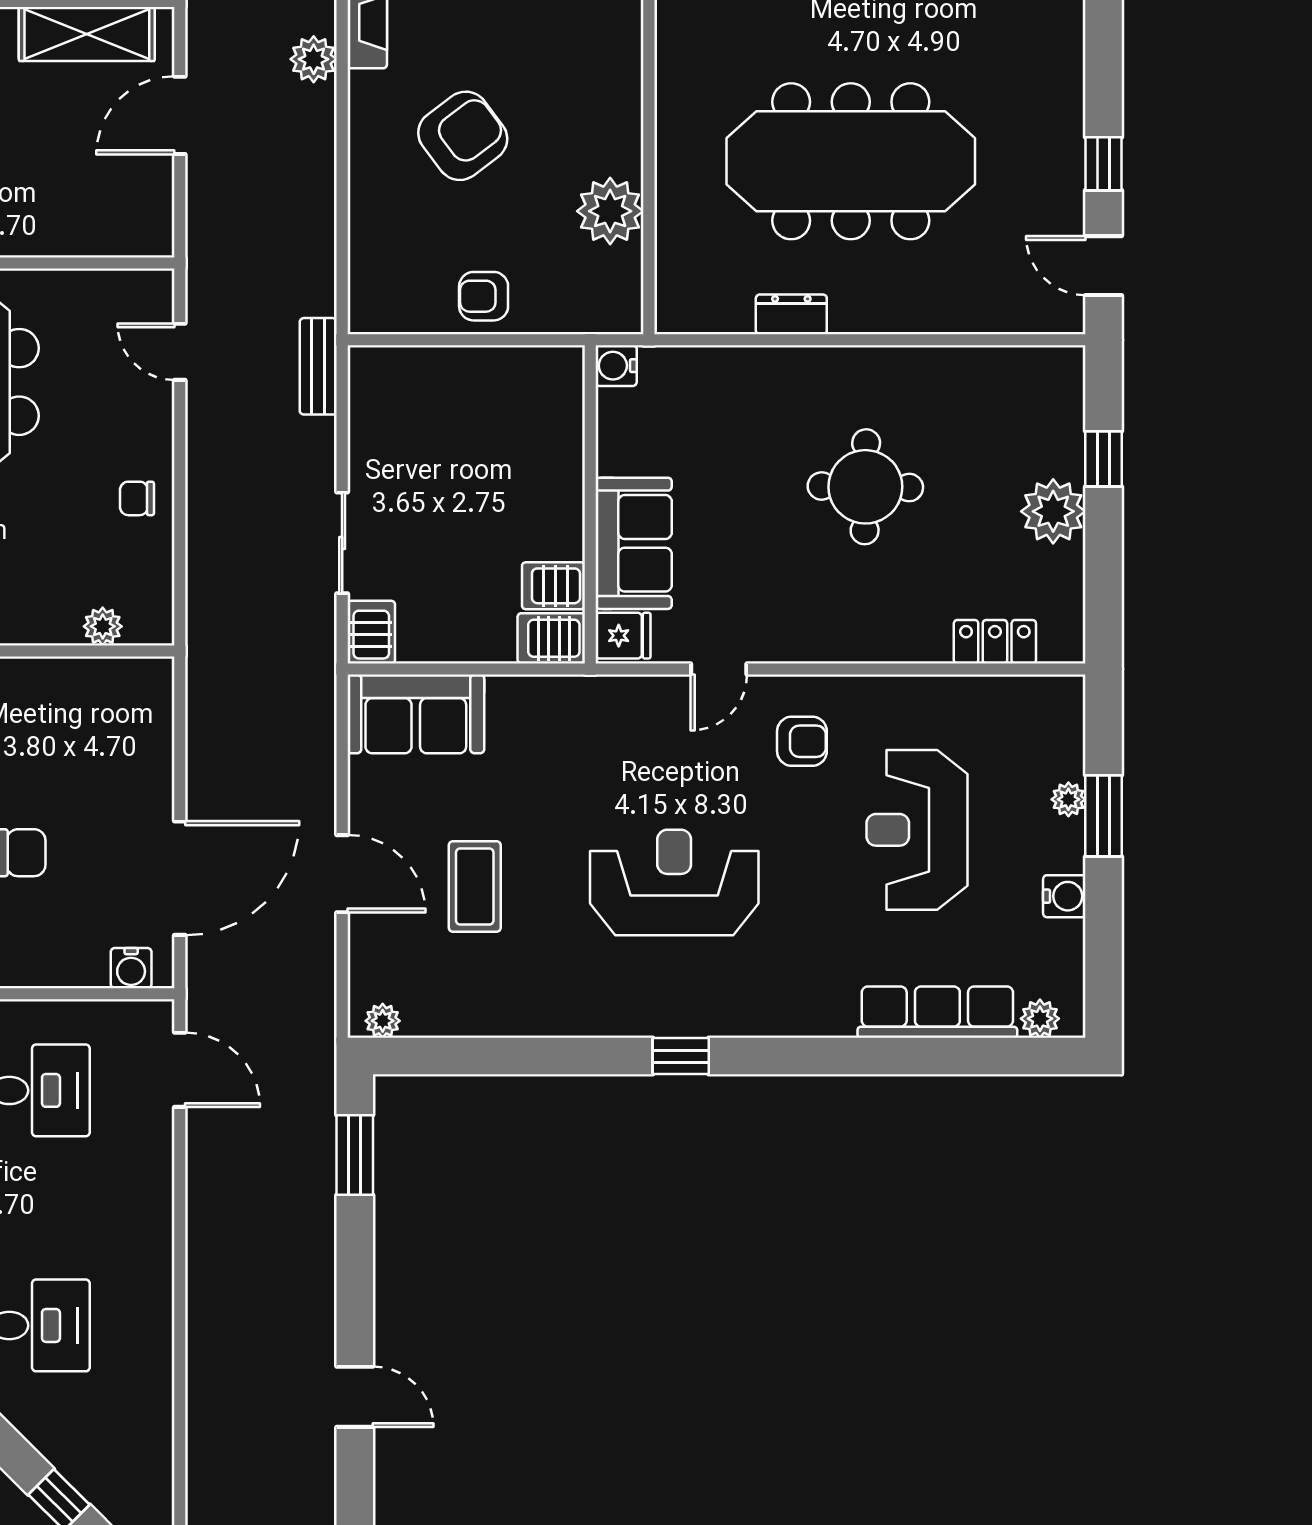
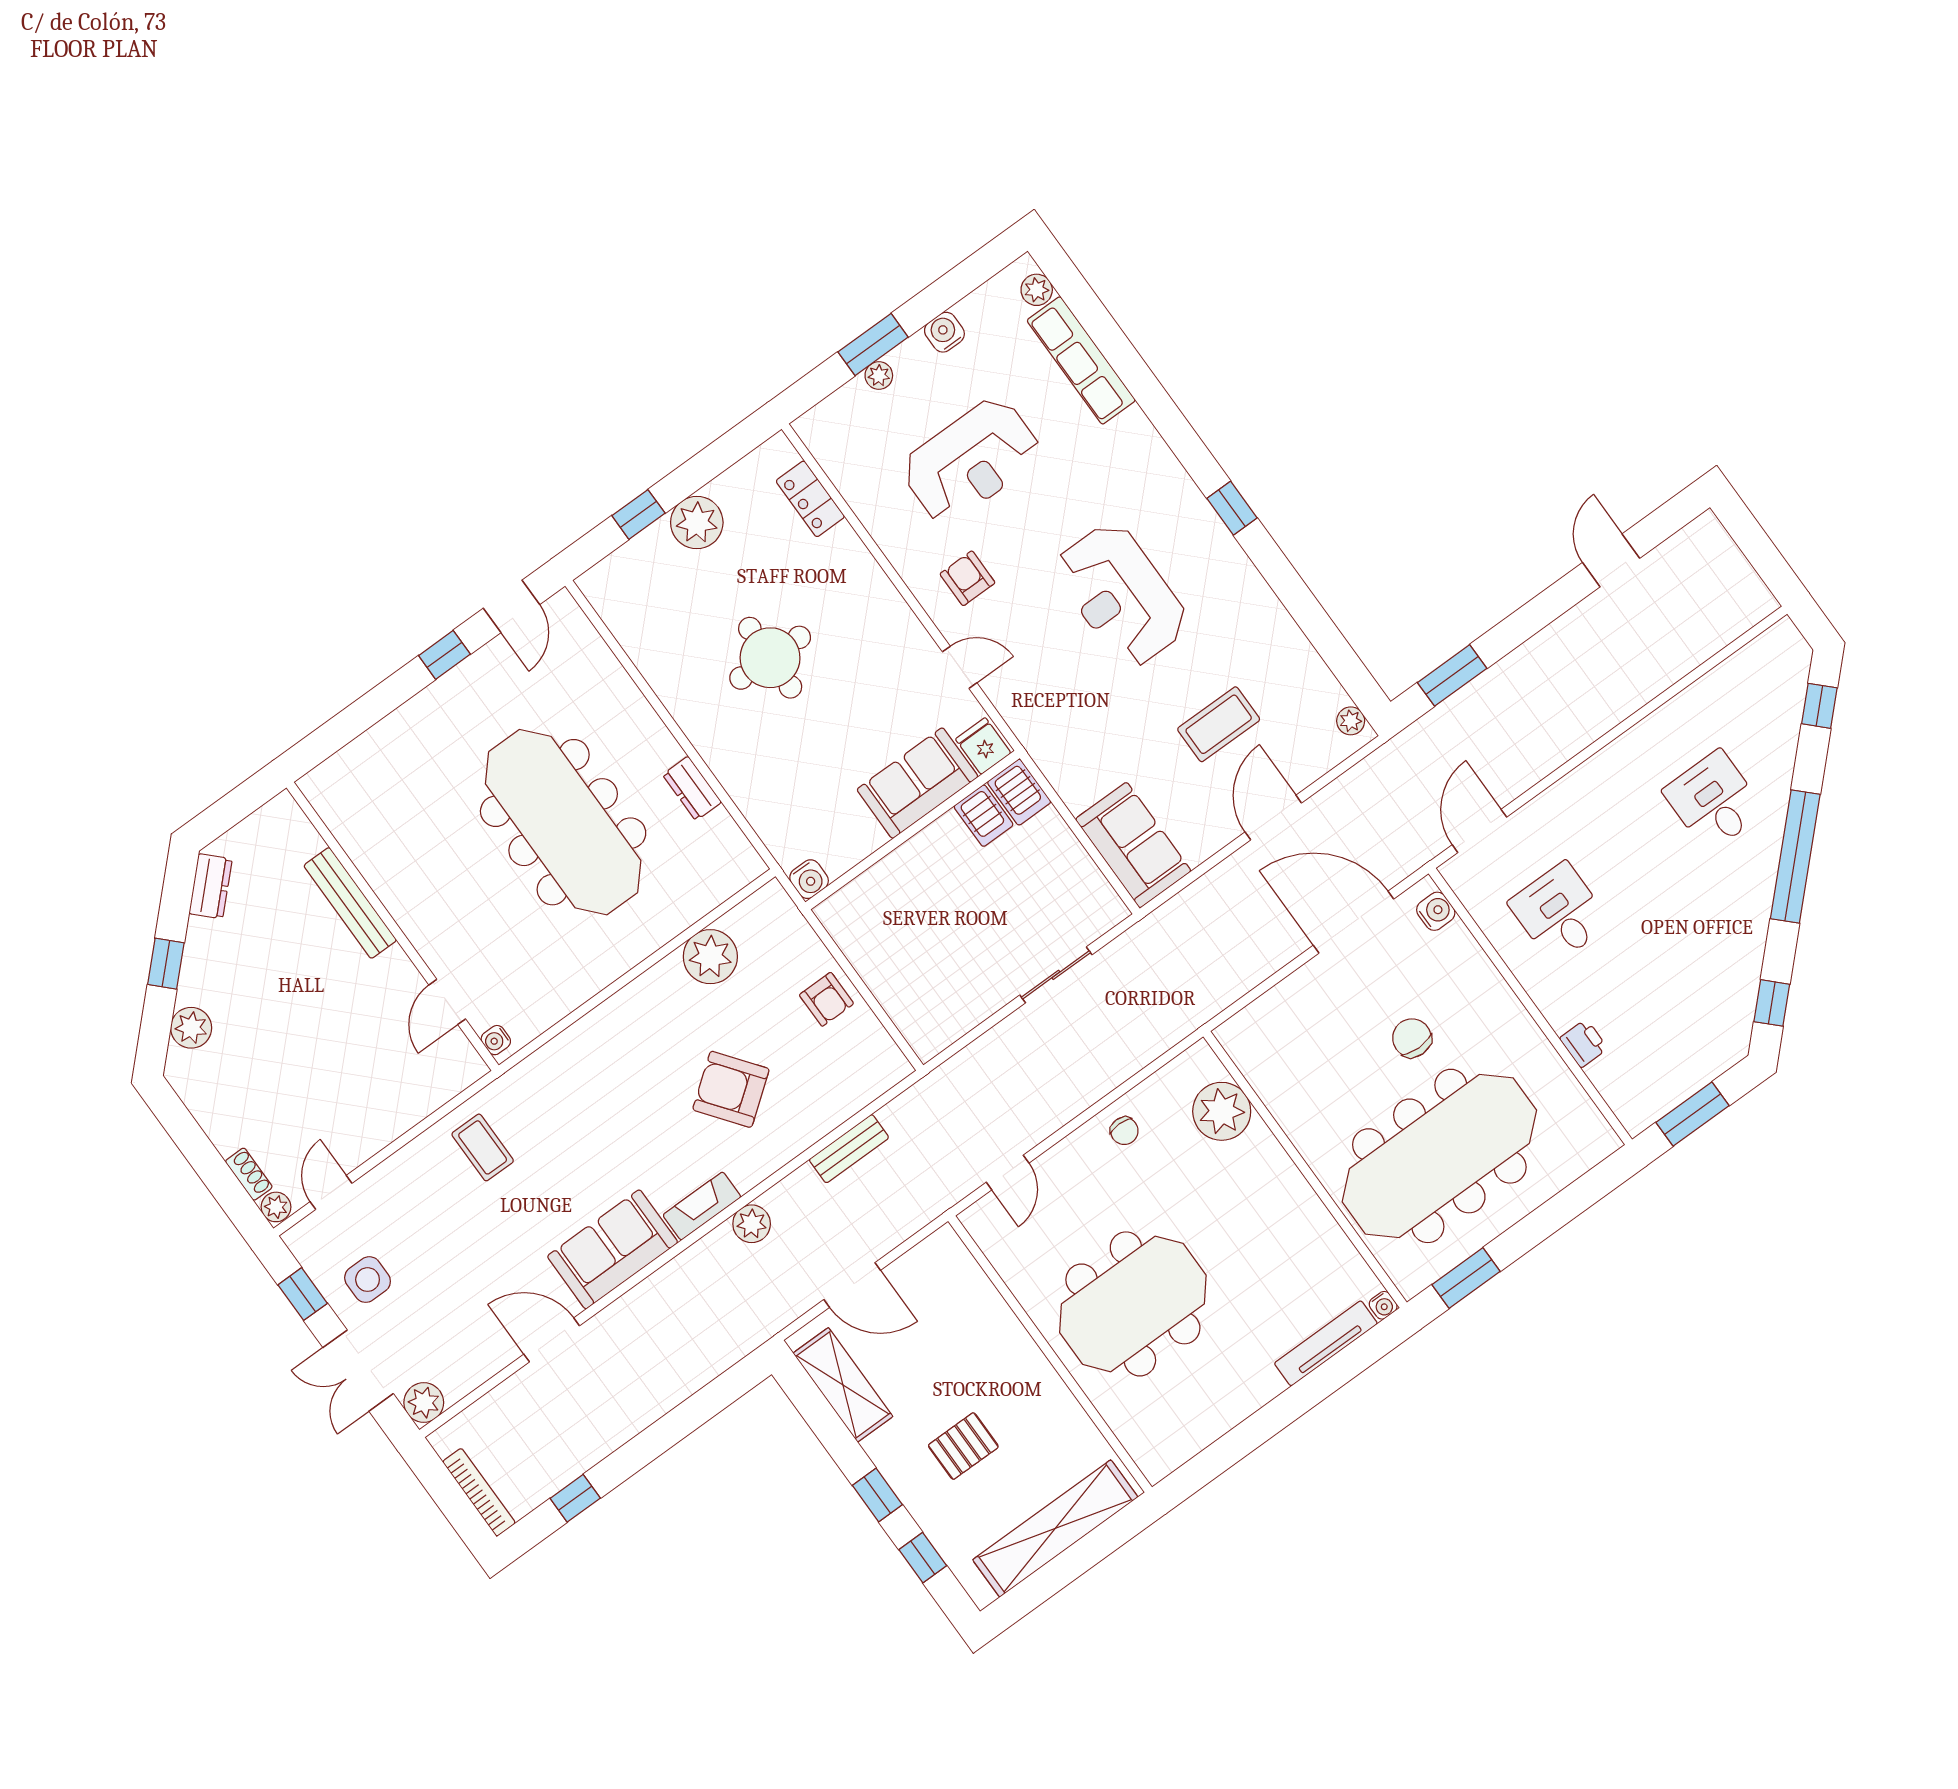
bench: (318, 366) -> (849, 1149), moved
plant: (103, 626) -> (1222, 1111), width x1.88, depth x1.88
server rack: (371, 632) -> (1101, 913), removed

